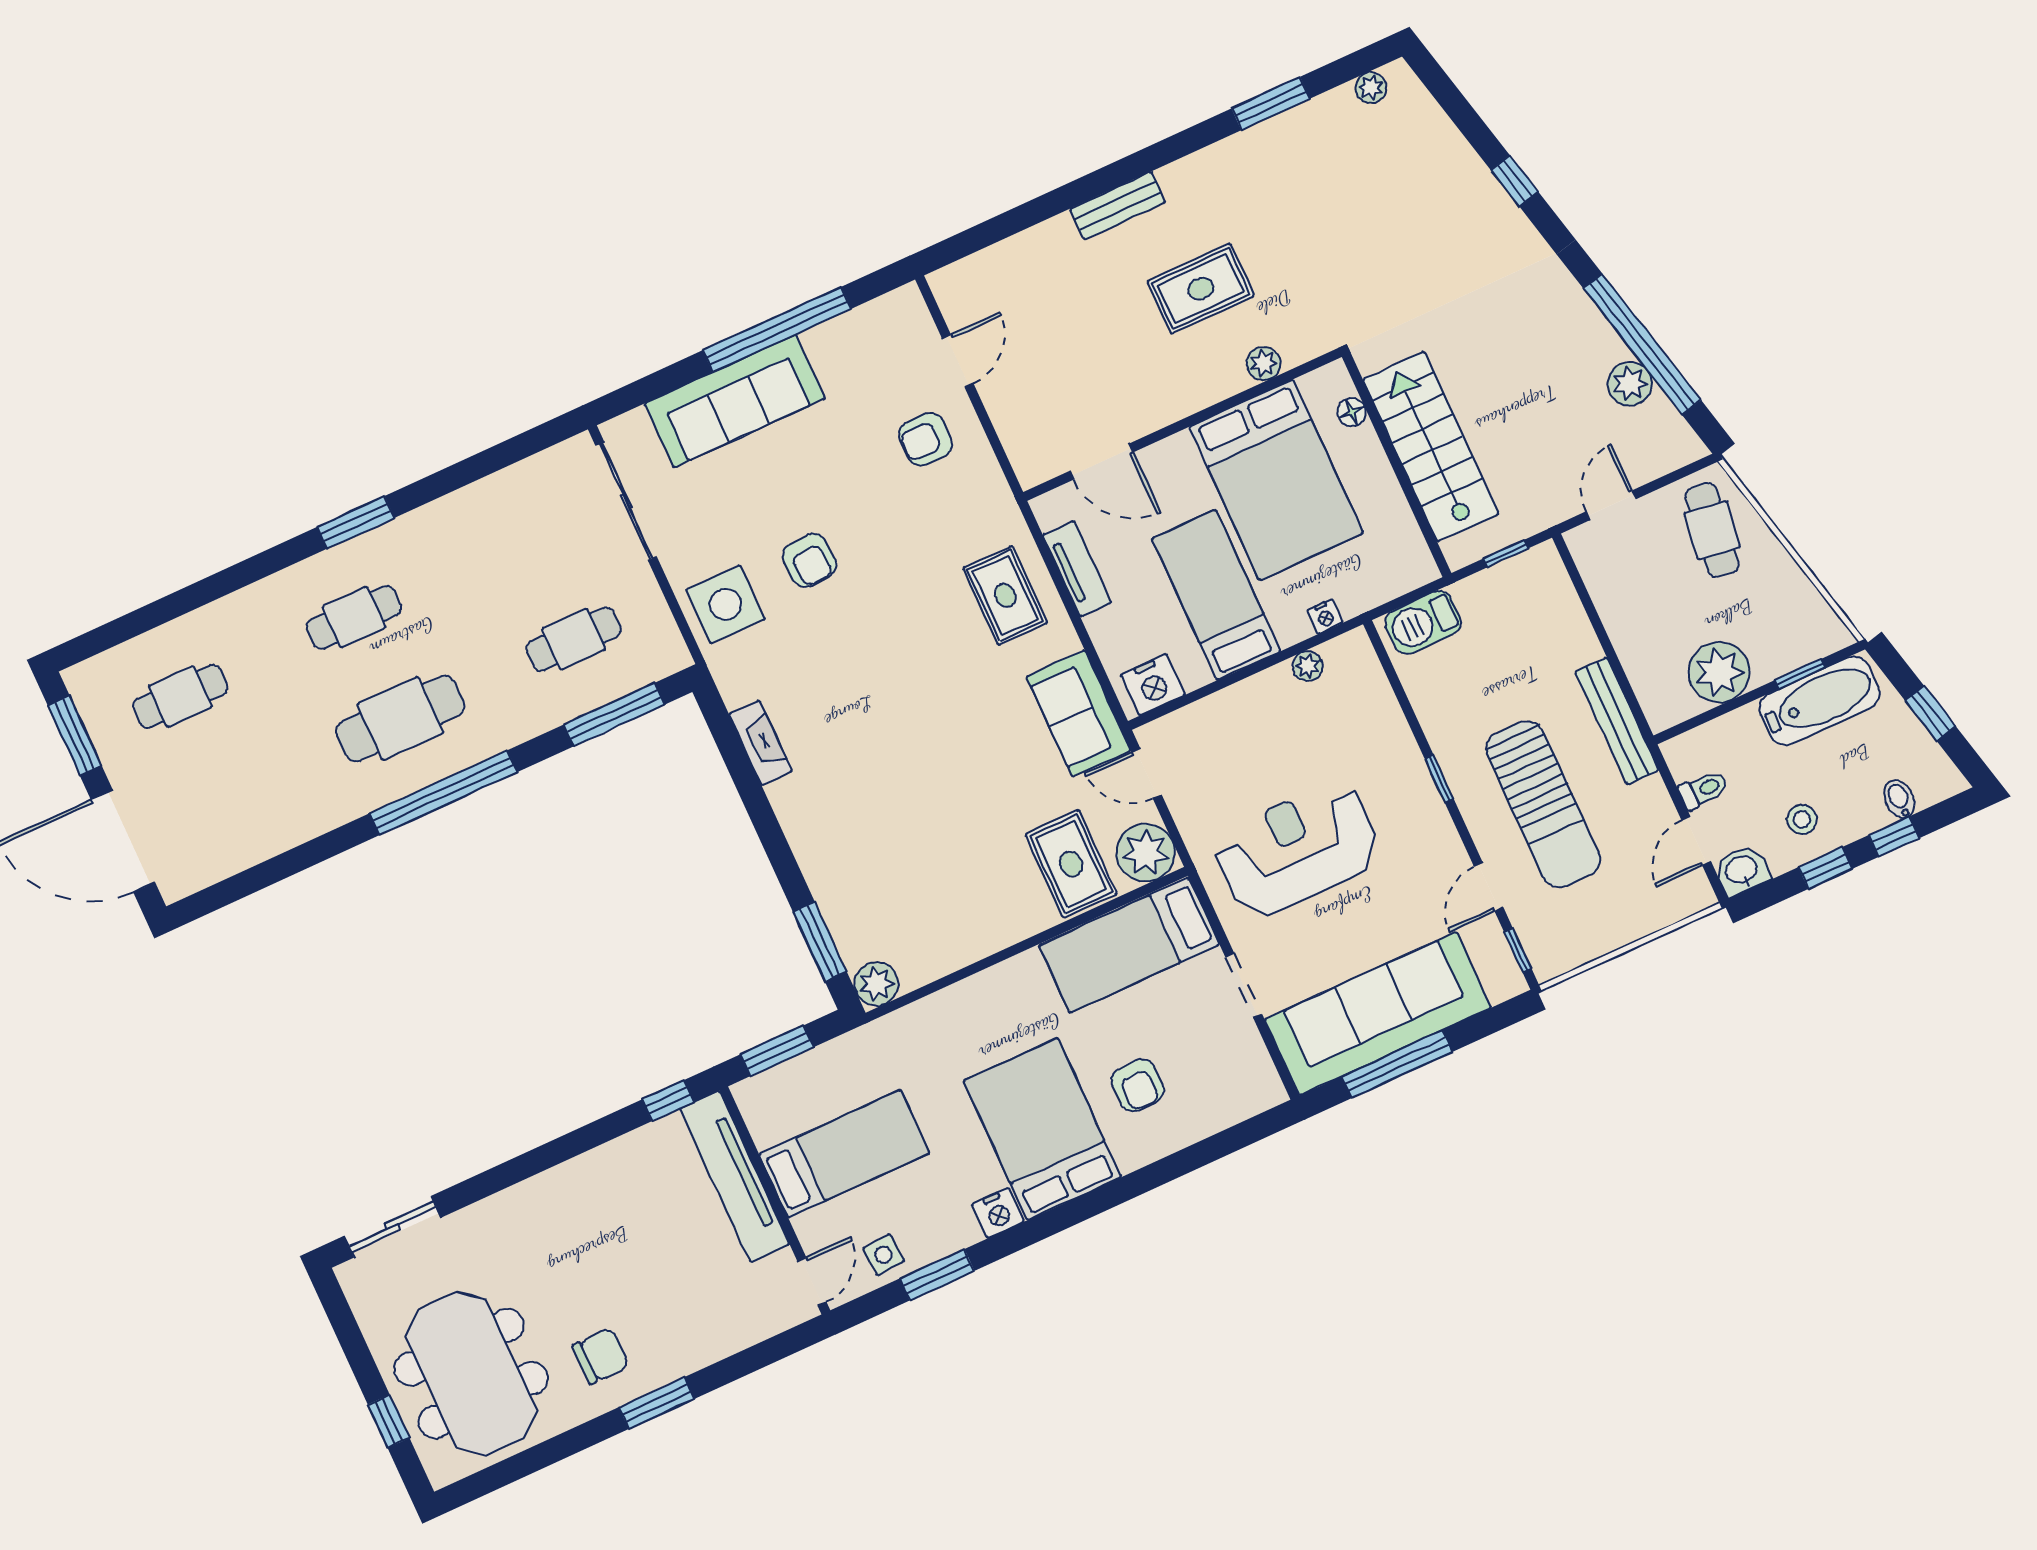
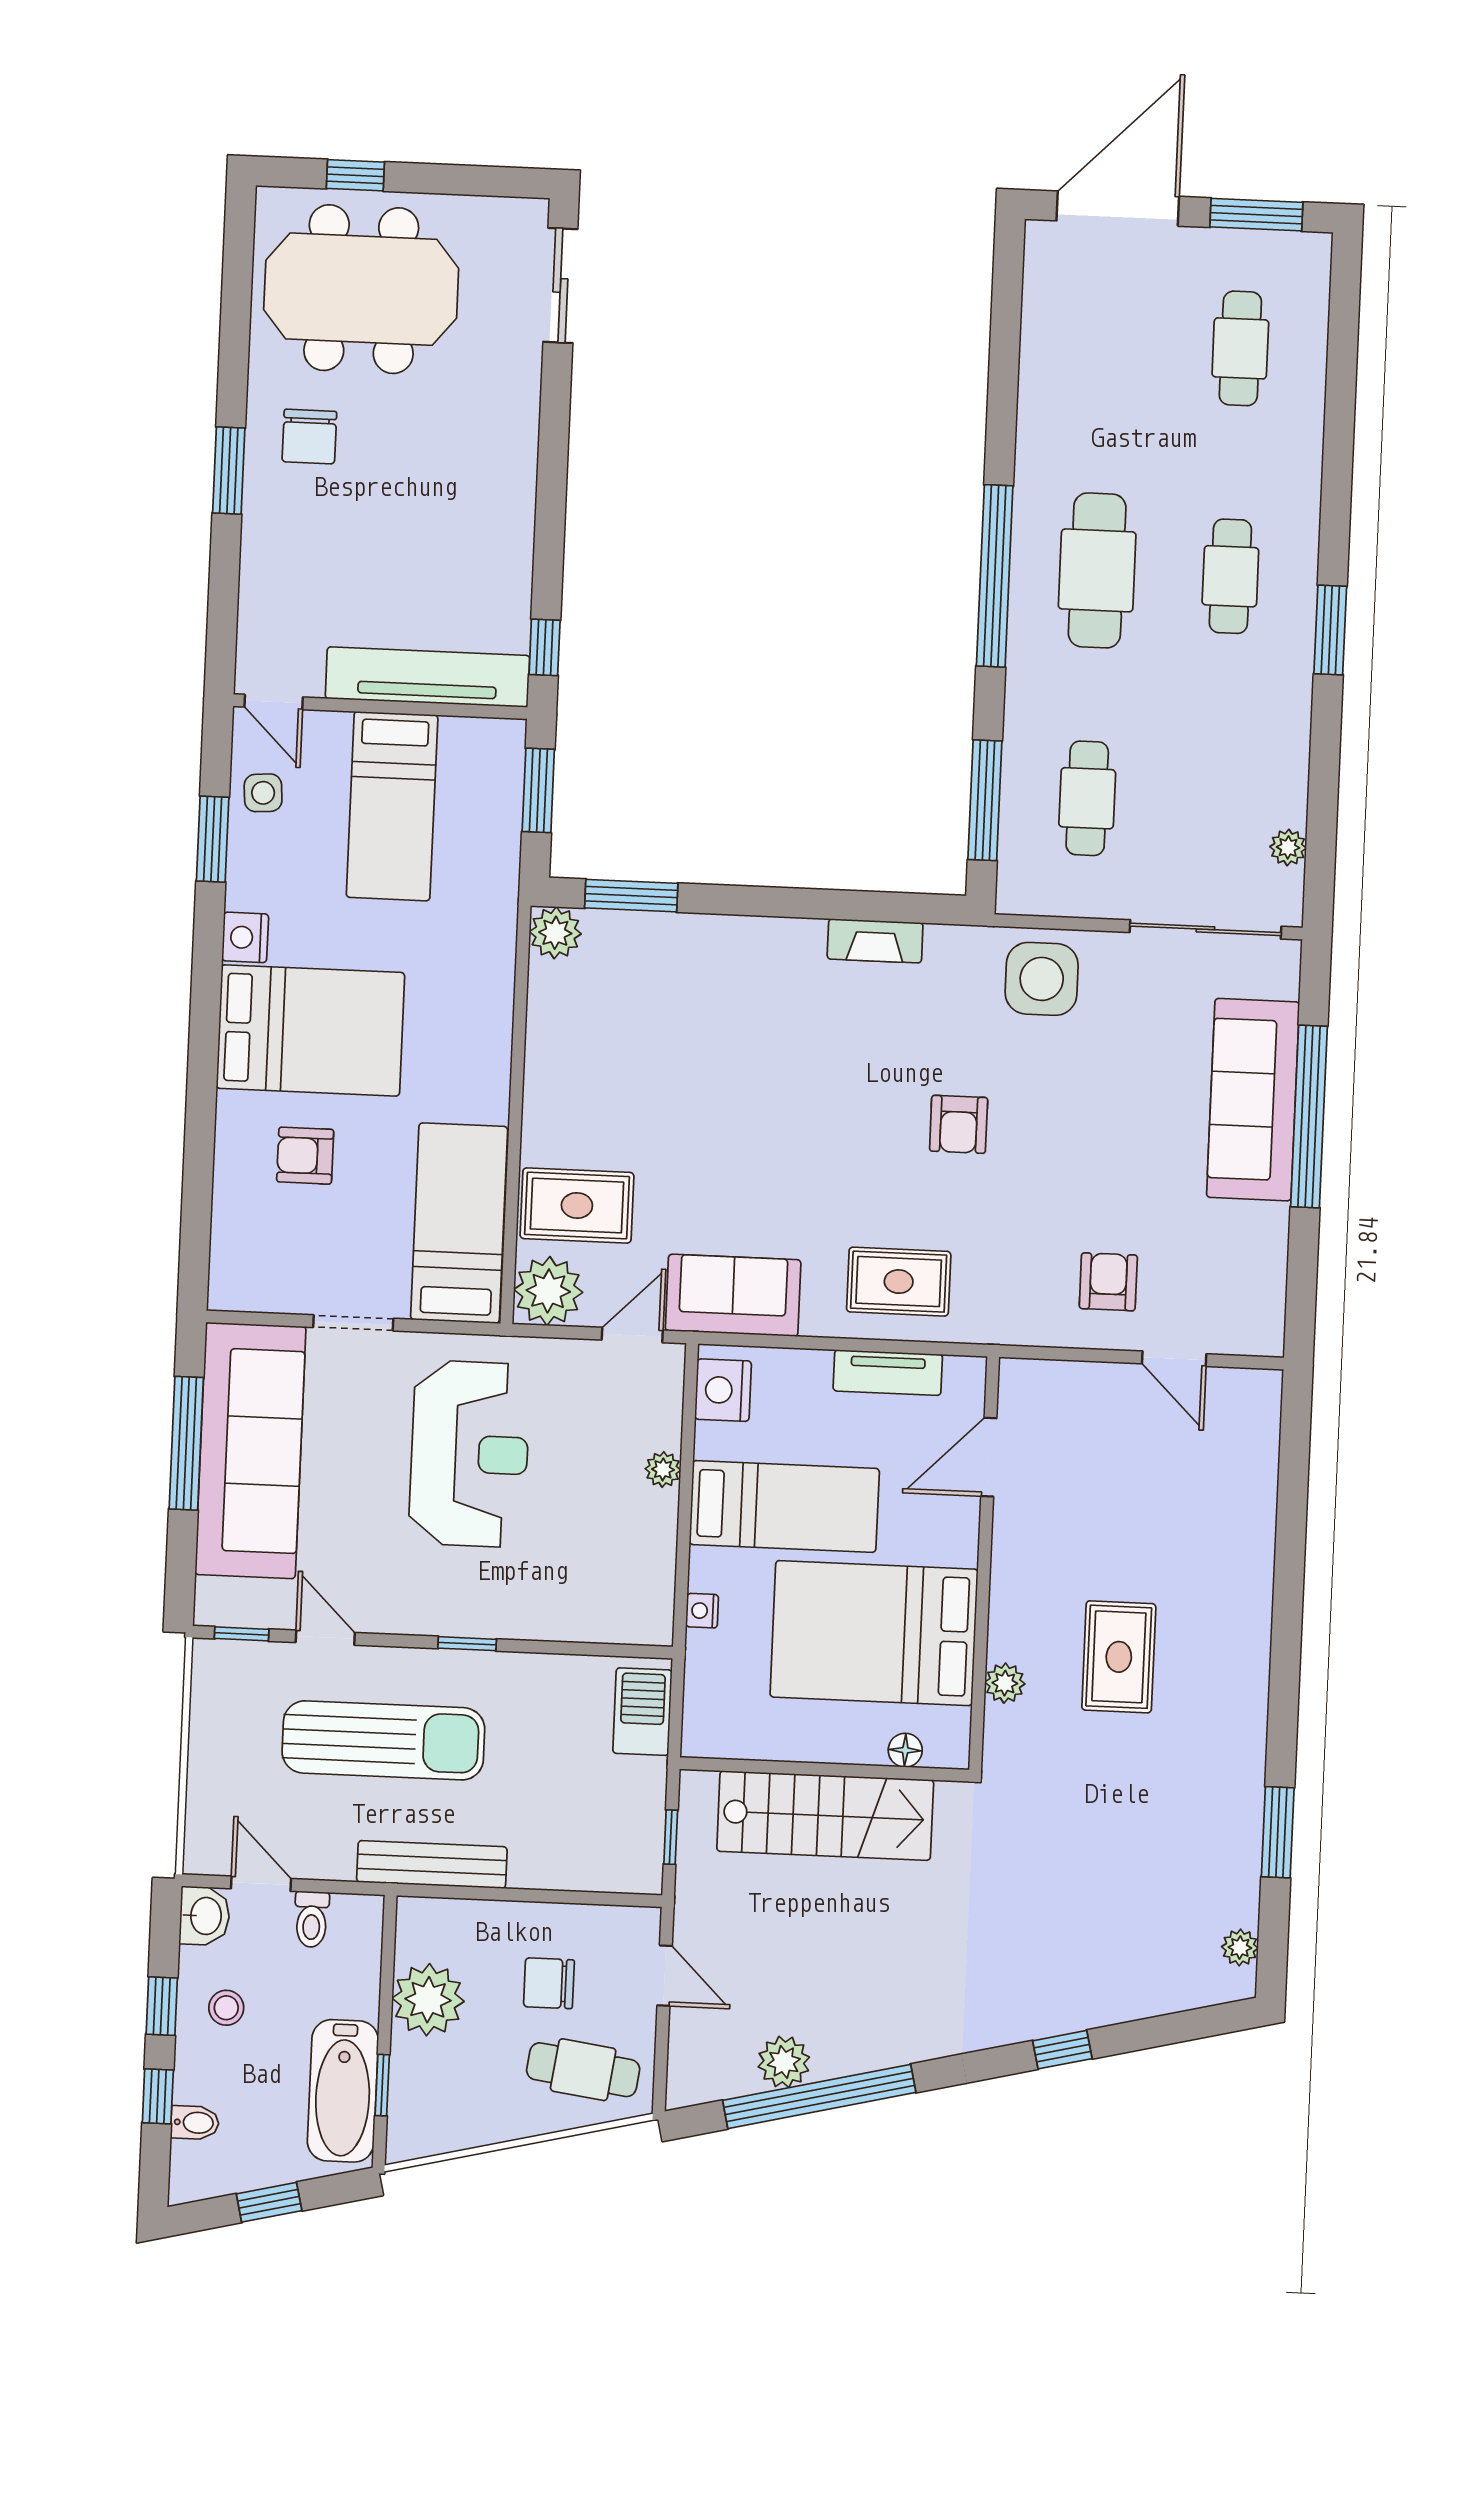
bench: (1118, 206) -> (1252, 1614), removed
window: (777, 330) -> (1309, 1116), moved
plant: (534, 471) -> (1288, 847), added
armchair: (809, 561) -> (959, 1124), moved, turned -86
chair: (1661, 588) -> (549, 1983), added
plant: (1308, 666) -> (663, 1469), moved
sun lounger: (1543, 804) -> (383, 1740), turned 180

